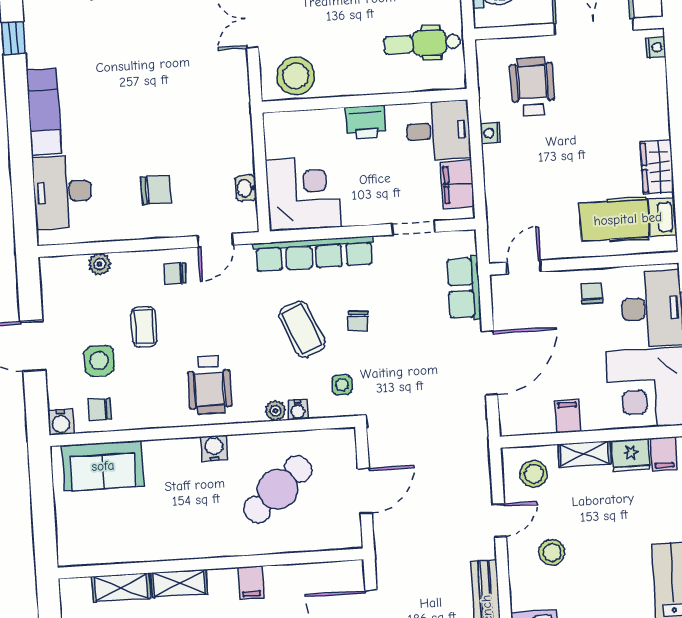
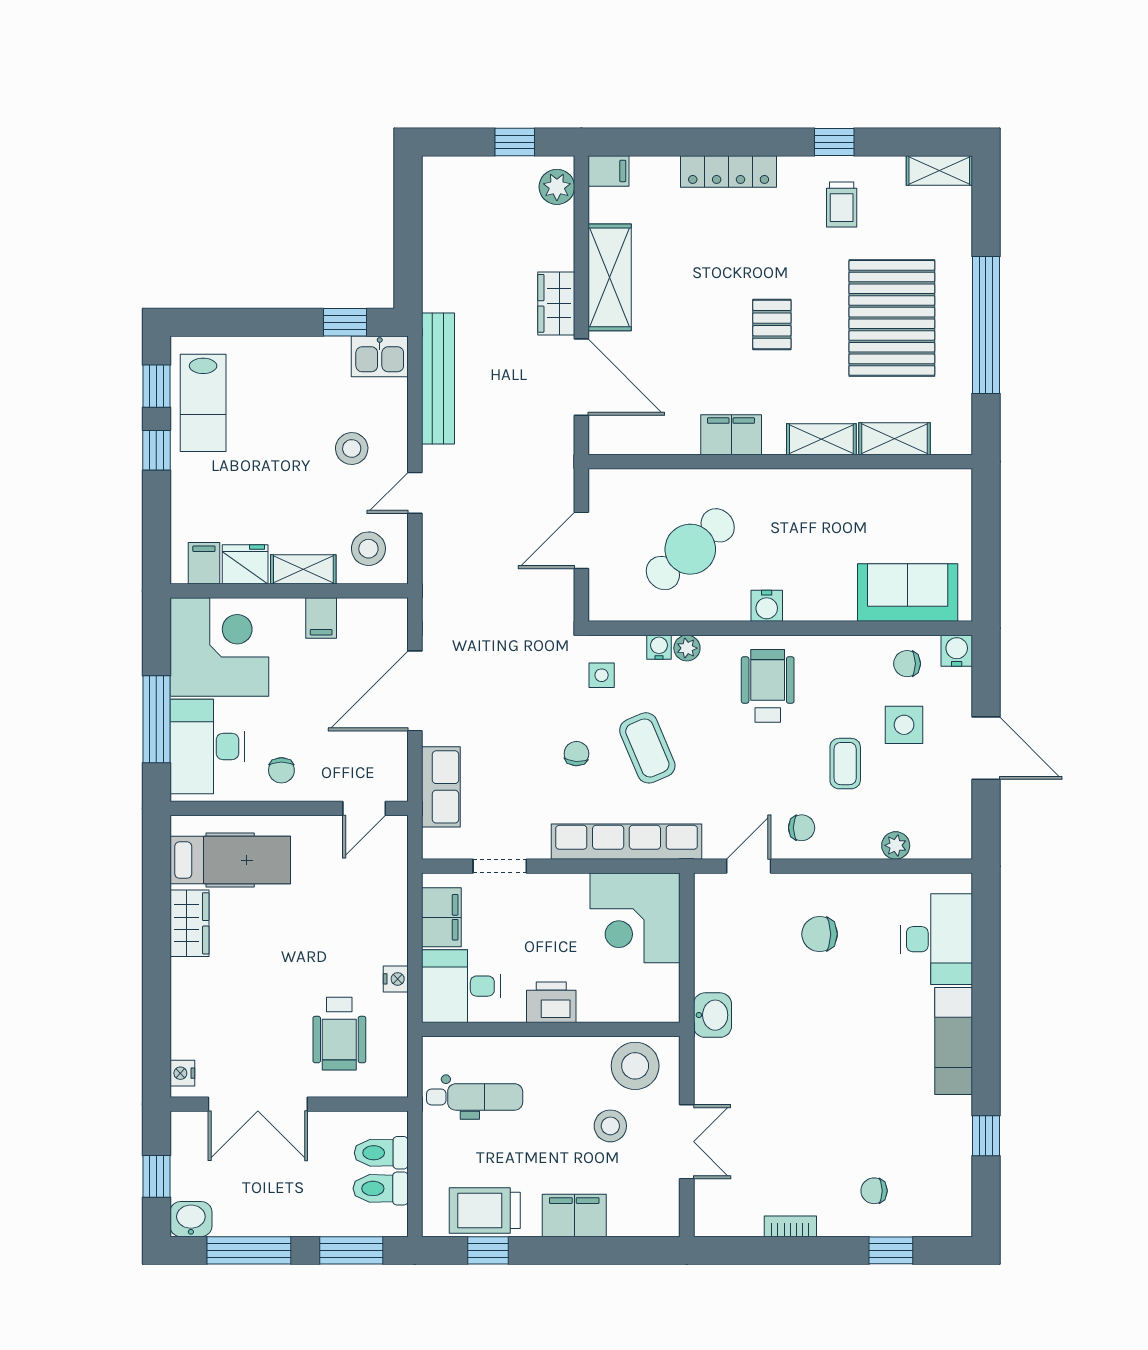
stool: (312, 27) -> (610, 1126), added
washbasin: (246, 188) -> (712, 1015), moved, width x1.38, depth x1.45
chair: (100, 409) -> (907, 664), turned 180
filing cabinet: (251, 582) -> (731, 435), width x2.00

